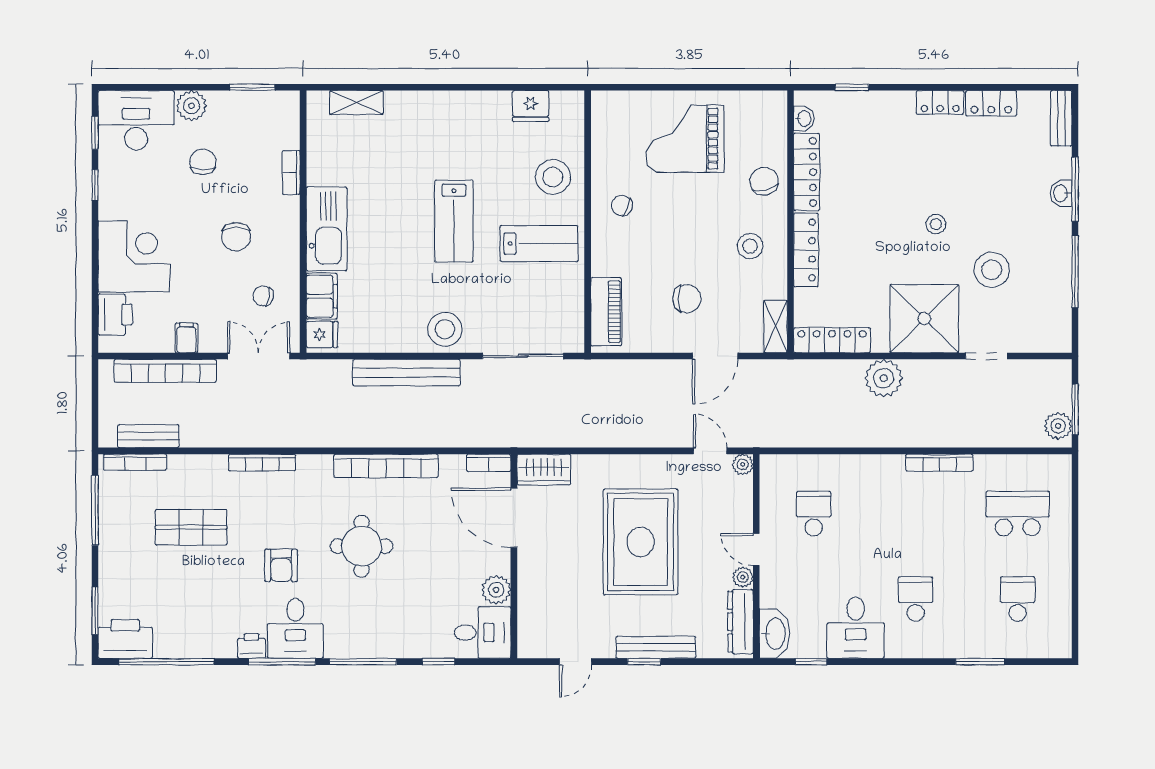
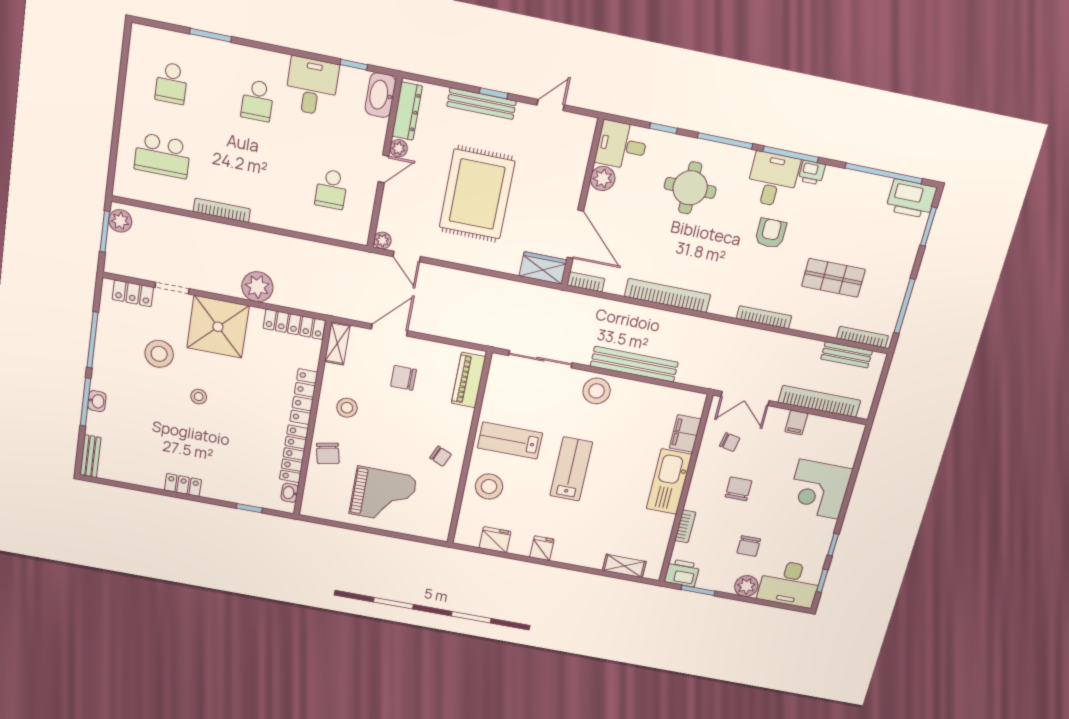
locker: (991, 103) -> (133, 293), moved, turned 180
printer: (115, 315) -> (682, 573), moved, turned 90
fridge: (322, 334) -> (542, 548), moved, turned 90
round table: (362, 546) -> (690, 188), moved
door: (756, 550) -> (383, 169), hinge flipped

